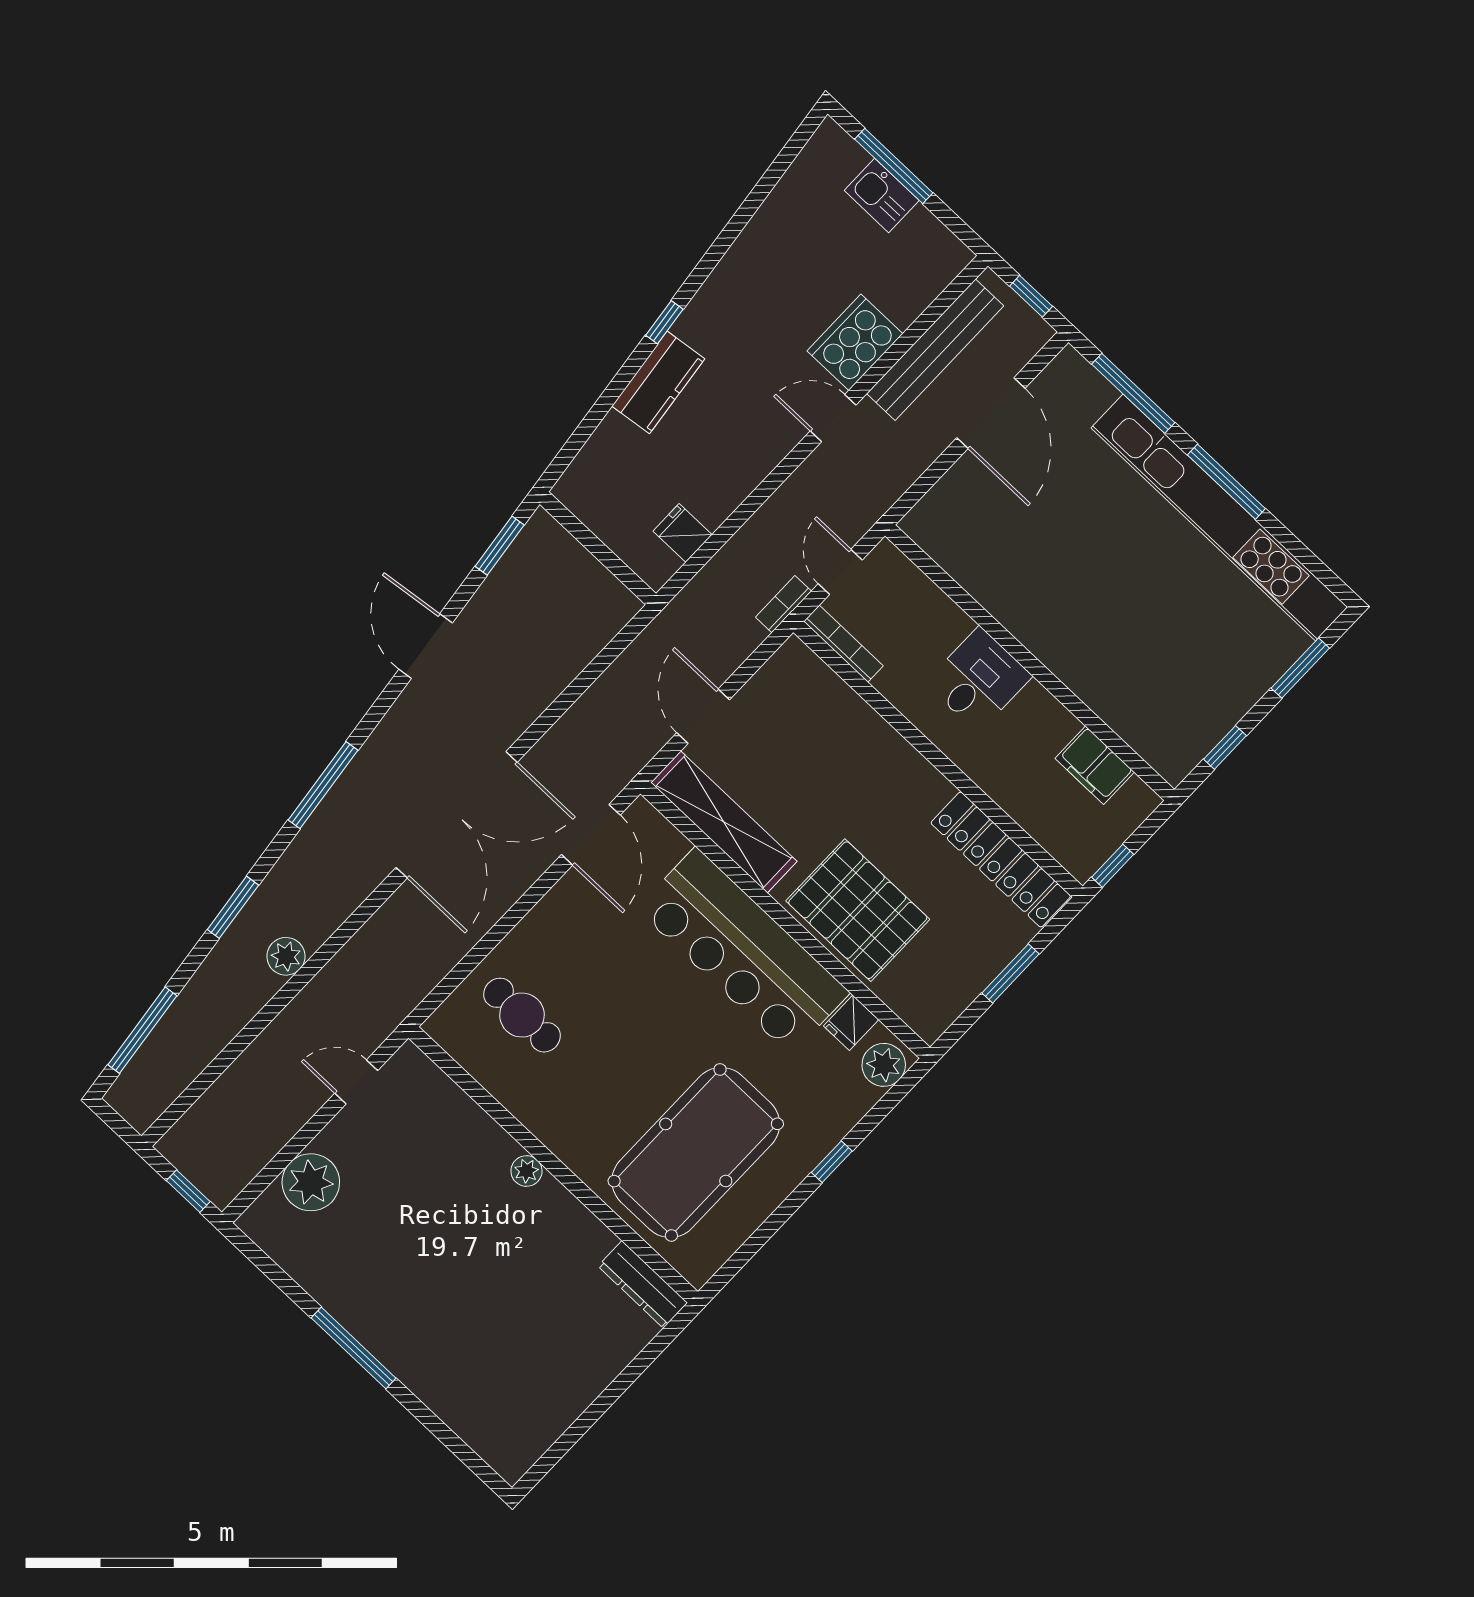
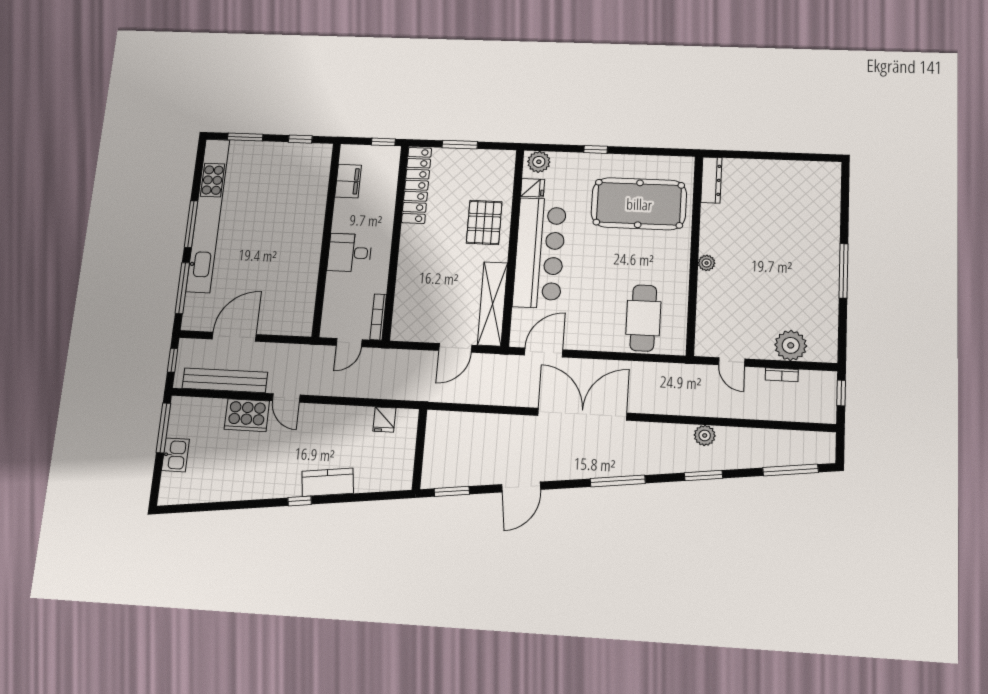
window: (894, 166) -> (163, 428), moved
bookcase: (784, 604) -> (782, 375), moved
pallet: (858, 910) -> (484, 222), width x0.73, depth x0.71
cafe table: (522, 1015) -> (643, 318), width x1.37, depth x1.35

